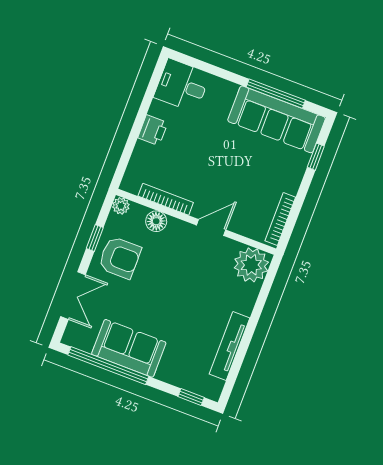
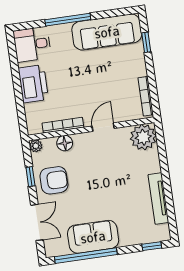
window: (276, 94) -> (68, 20), moved
printer: (153, 130) -> (33, 84), width x1.87, depth x1.48

